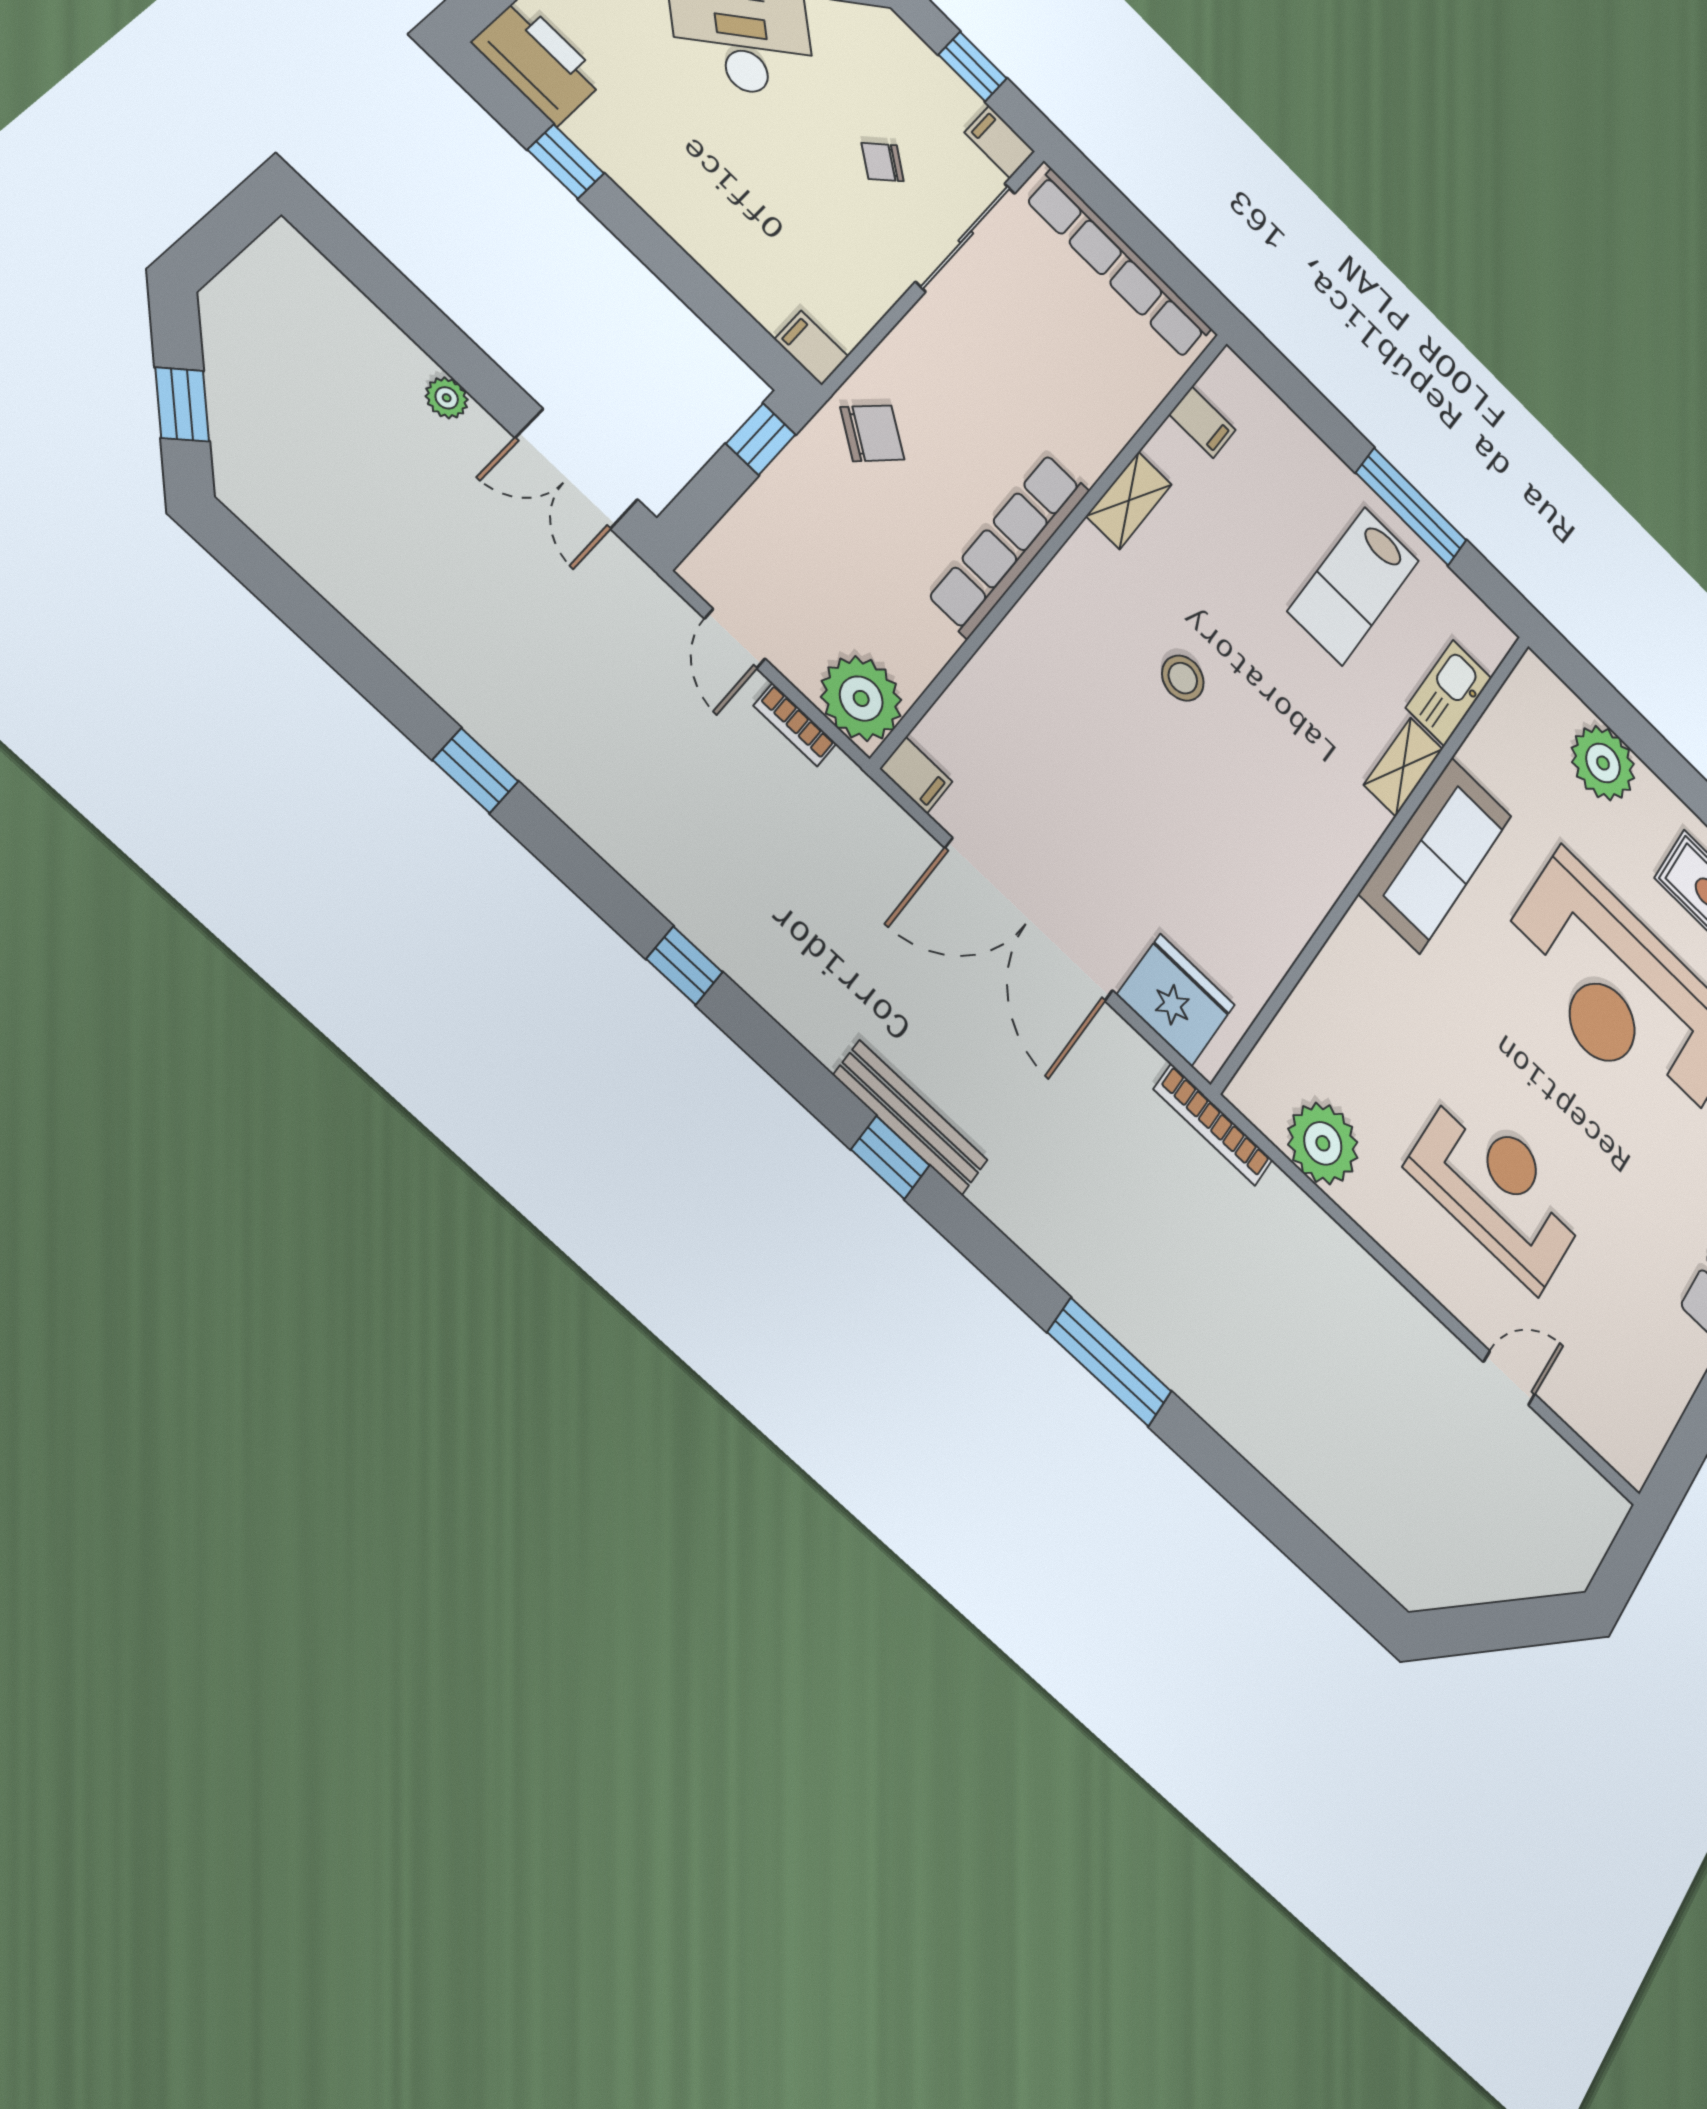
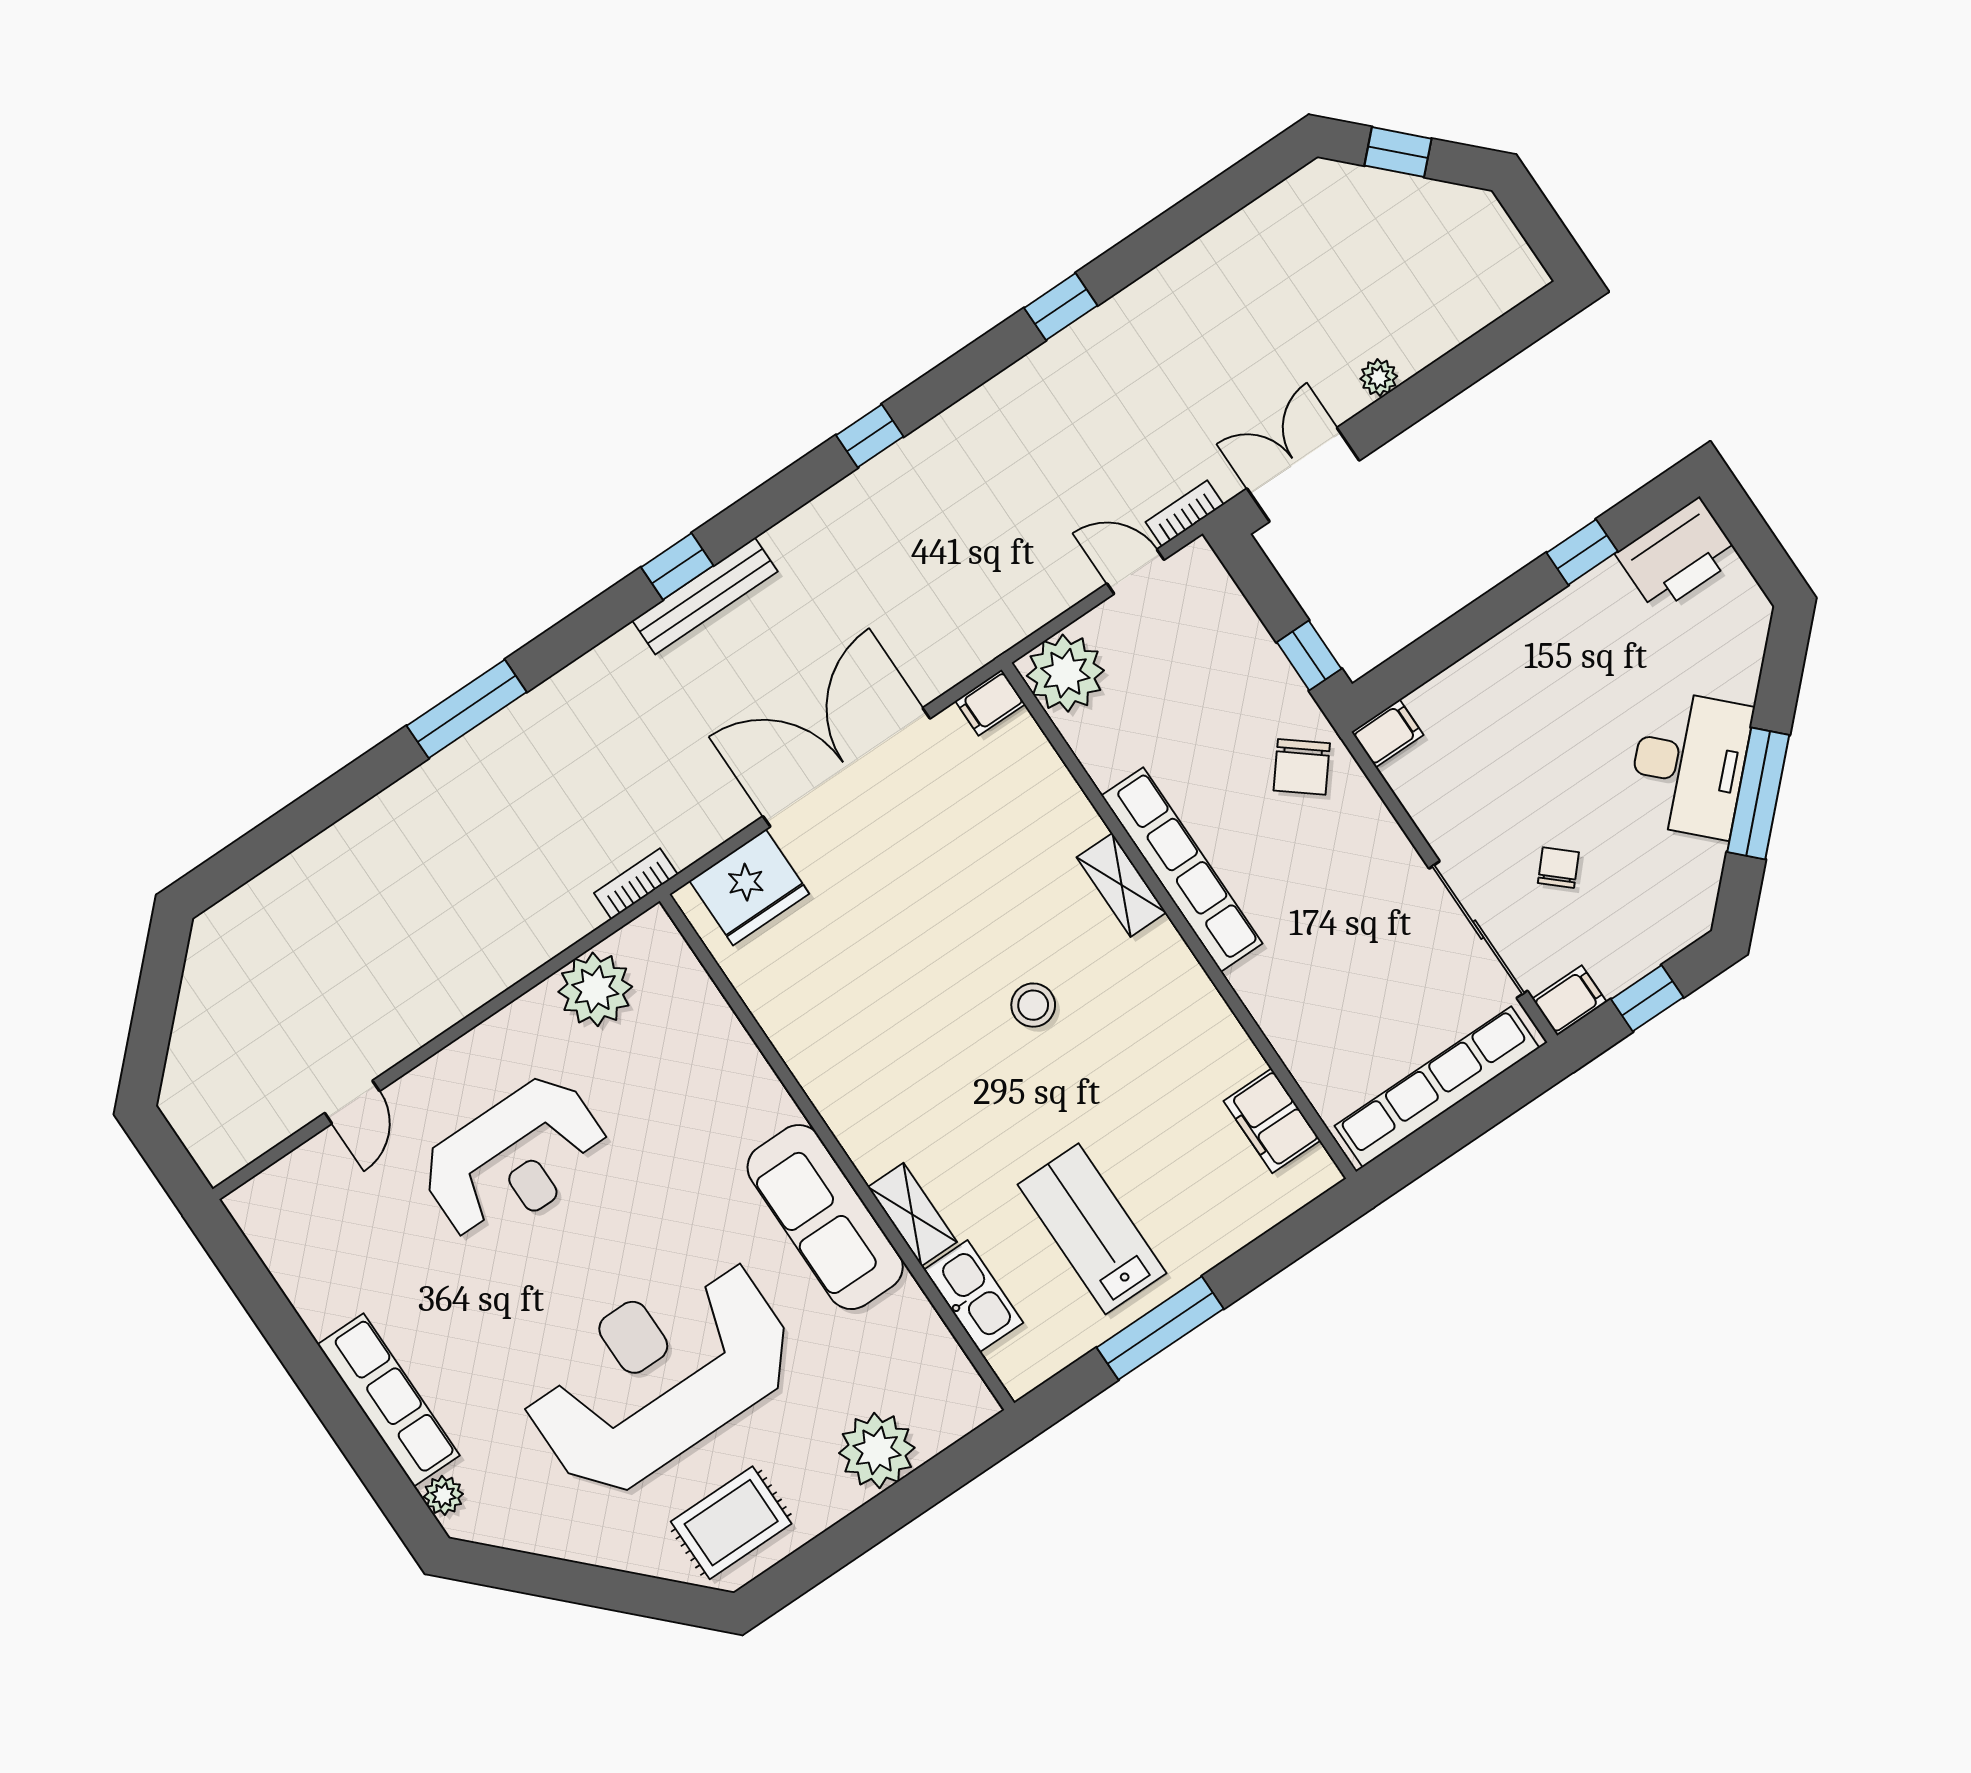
filing cabinet: (1202, 422) -> (1272, 1121), width x2.00
shelving: (1129, 500) -> (1121, 885), moved
bookcase: (795, 725) -> (1185, 513), moved
bookcase: (1213, 1125) -> (636, 884), width x0.64

